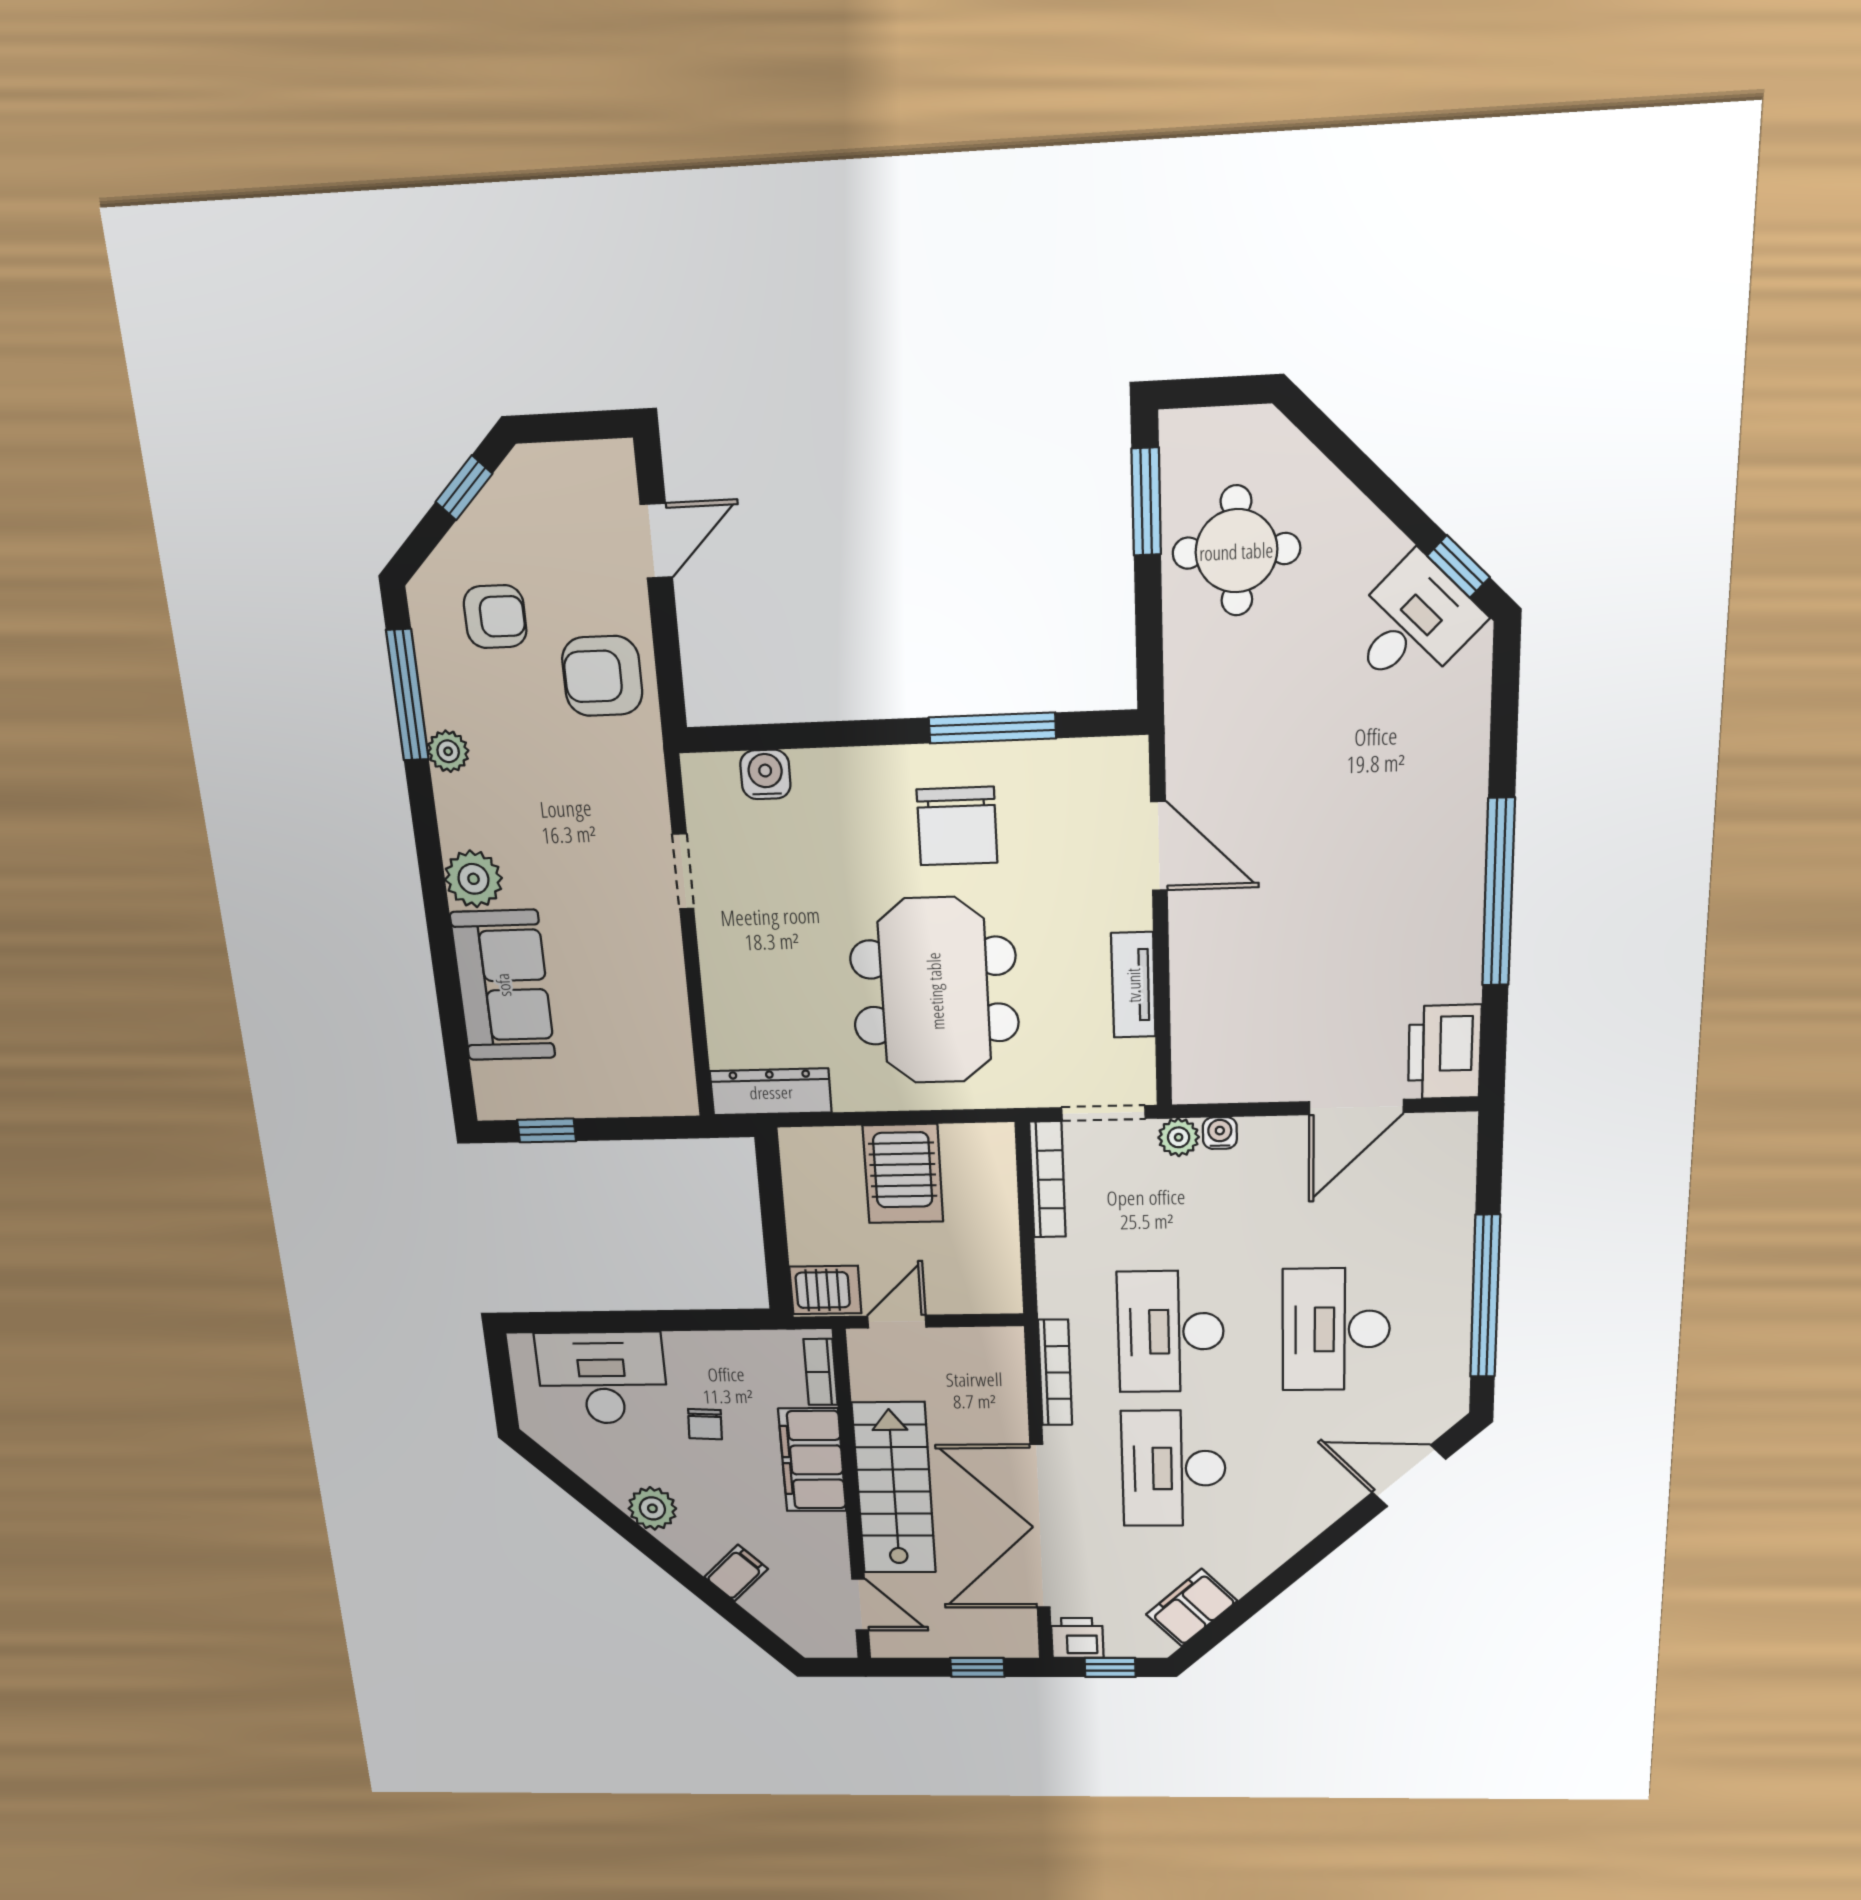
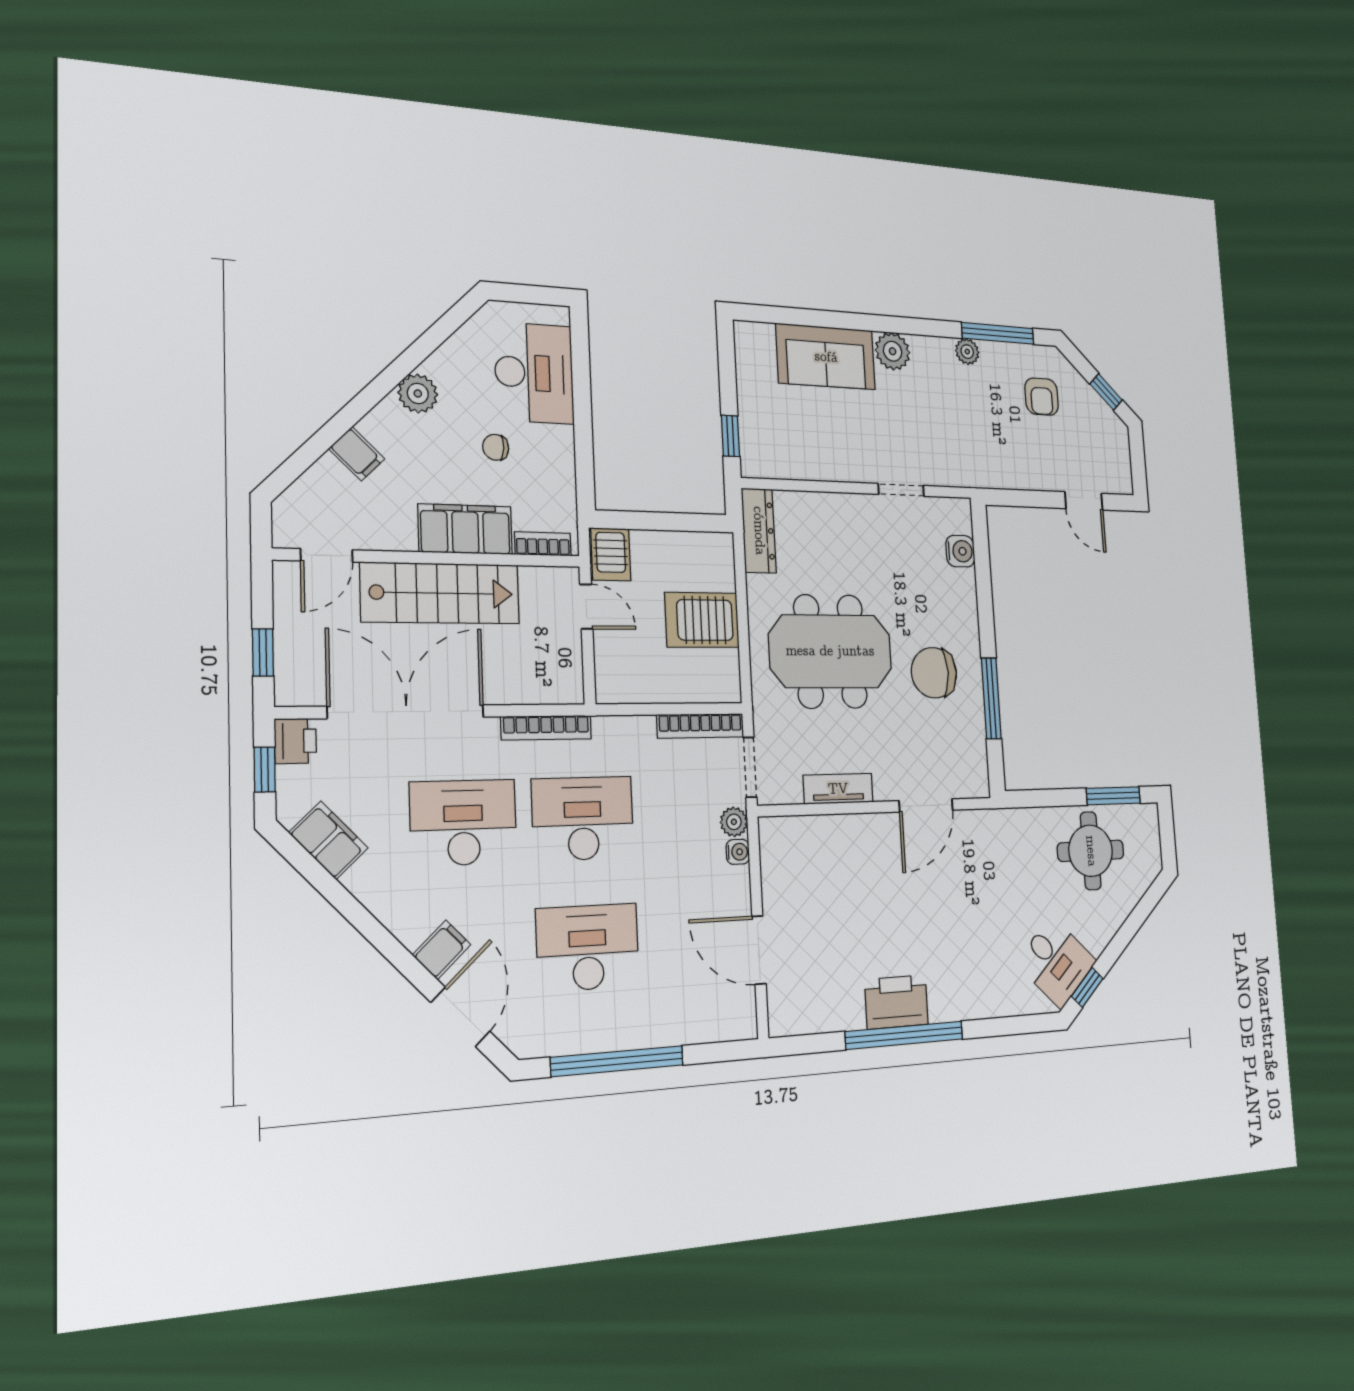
armchair: (602, 676) -> (1012, 456), removed
printer: (1445, 1052) -> (896, 1002), moved
window: (547, 1130) -> (730, 436), moved
filing cabinet: (1326, 1495) -> (442, 950), added

